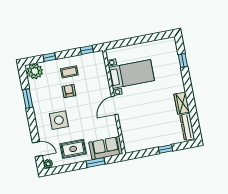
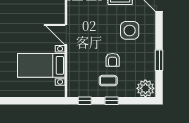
window: (49, 57) -> (112, 101), moved
door: (115, 105) -> (66, 35), swing flipped

